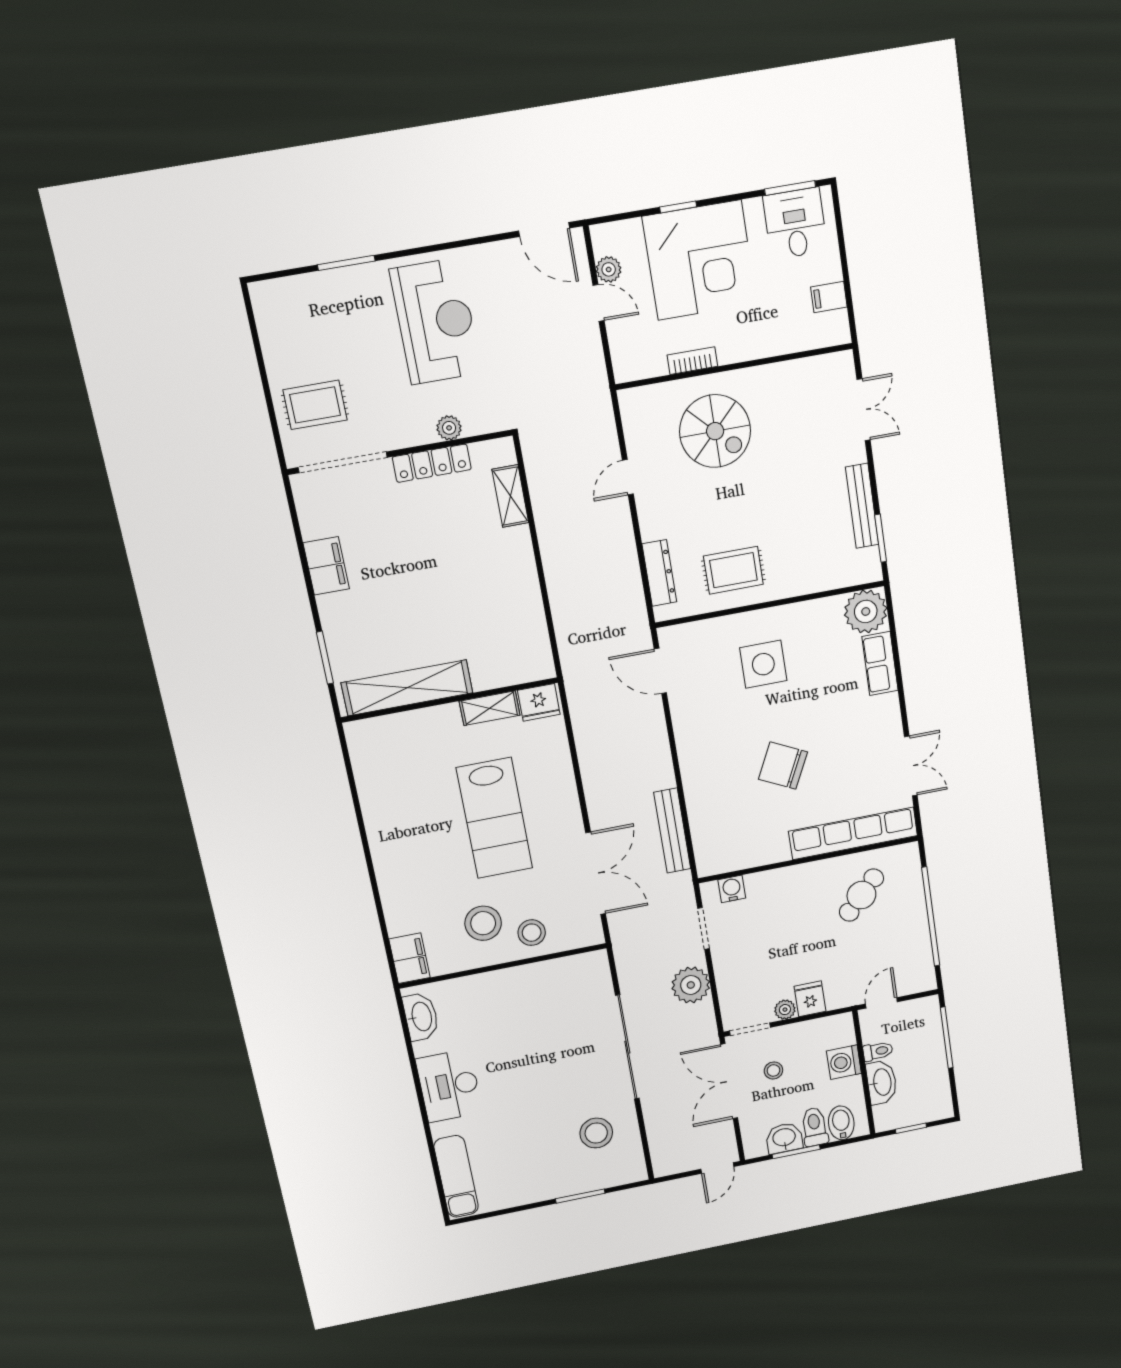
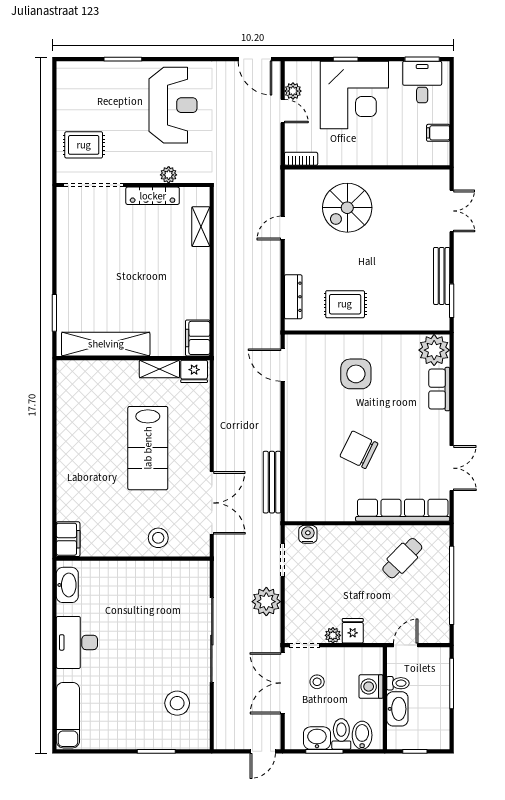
bookcase: (692, 361) -> (301, 159), moved
spiral stairs: (715, 431) -> (347, 208), turned 90
filing cabinet: (326, 566) -> (198, 338), moved, turned 180
stool: (483, 923) -> (125, 524), removed

